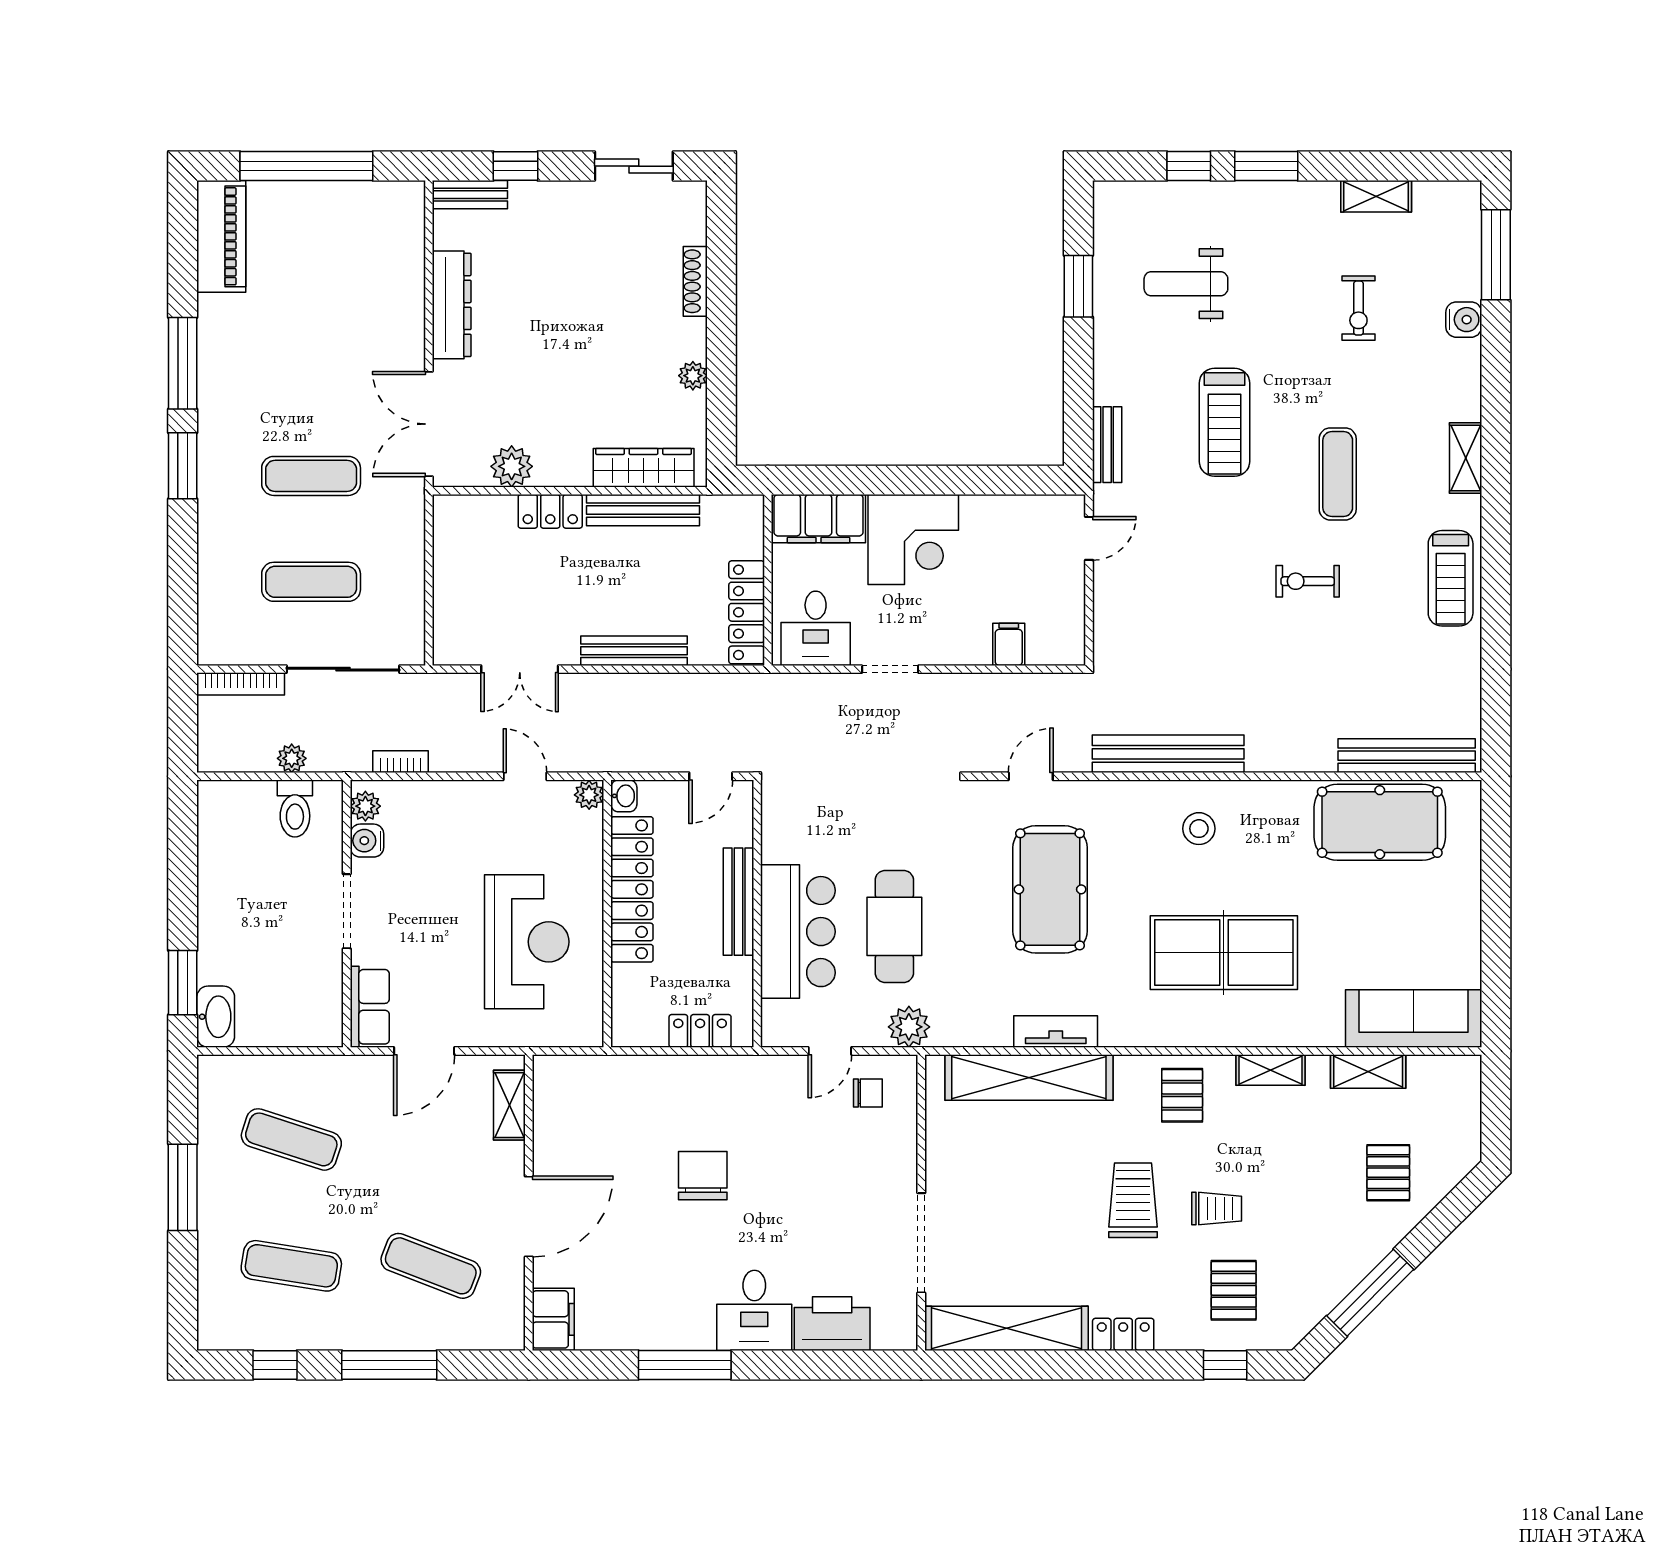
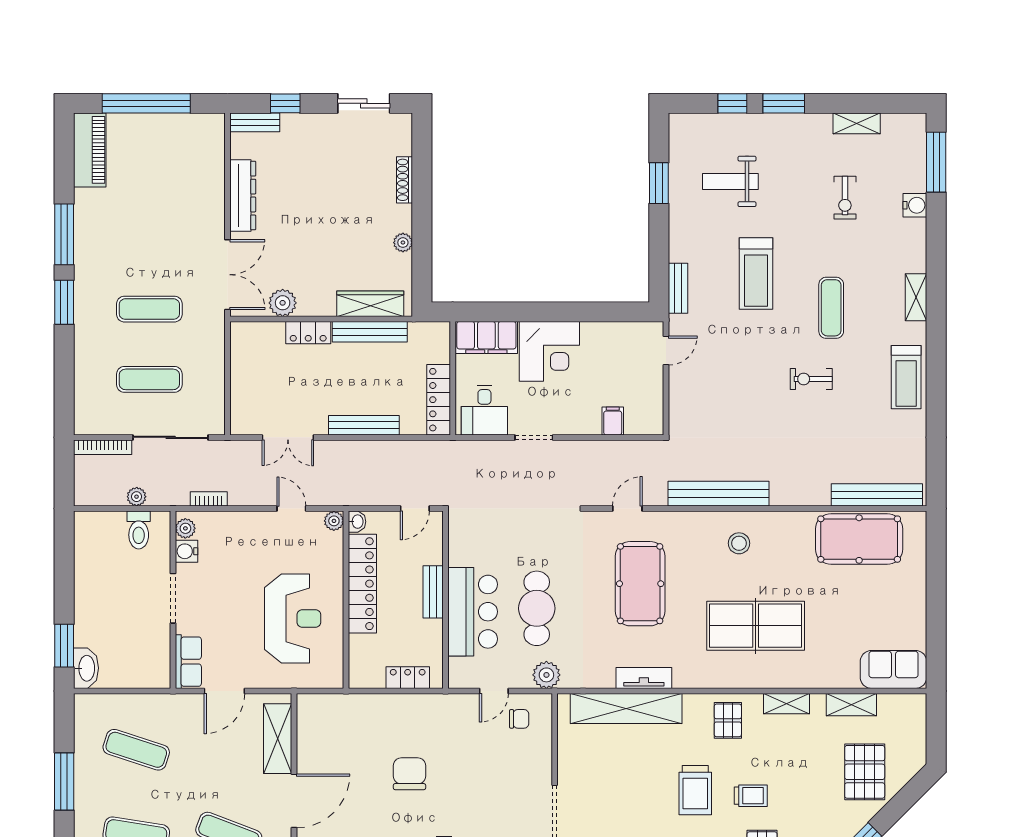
double door: (429, 424) -> (228, 275), swing flipped
bench: (738, 902) -> (433, 592), width x0.73
sofa: (1414, 1019) -> (894, 669), width x0.73
shelving: (509, 1105) -> (278, 739), width x1.50, depth x1.33
pallet: (1388, 1173) -> (865, 772), width x1.50, depth x1.42
trolley: (1133, 1200) -> (695, 790), turned 180

